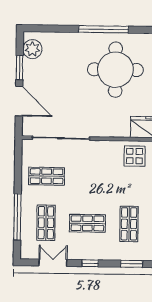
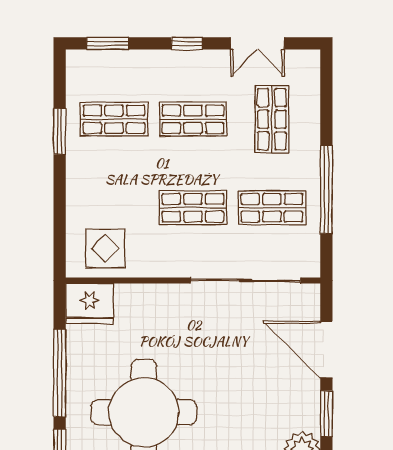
shop shelf: (88, 177) -> (193, 208), added
window: (17, 217) -> (326, 190), moved
shop shelf: (129, 224) -> (114, 119), turned 90

